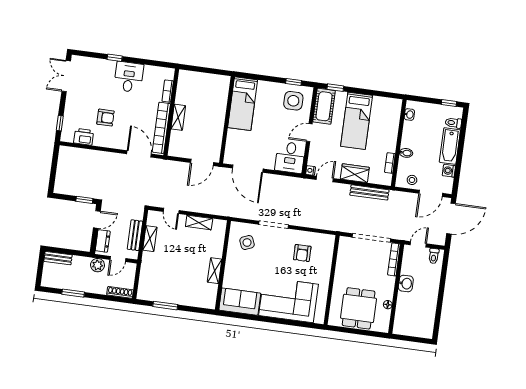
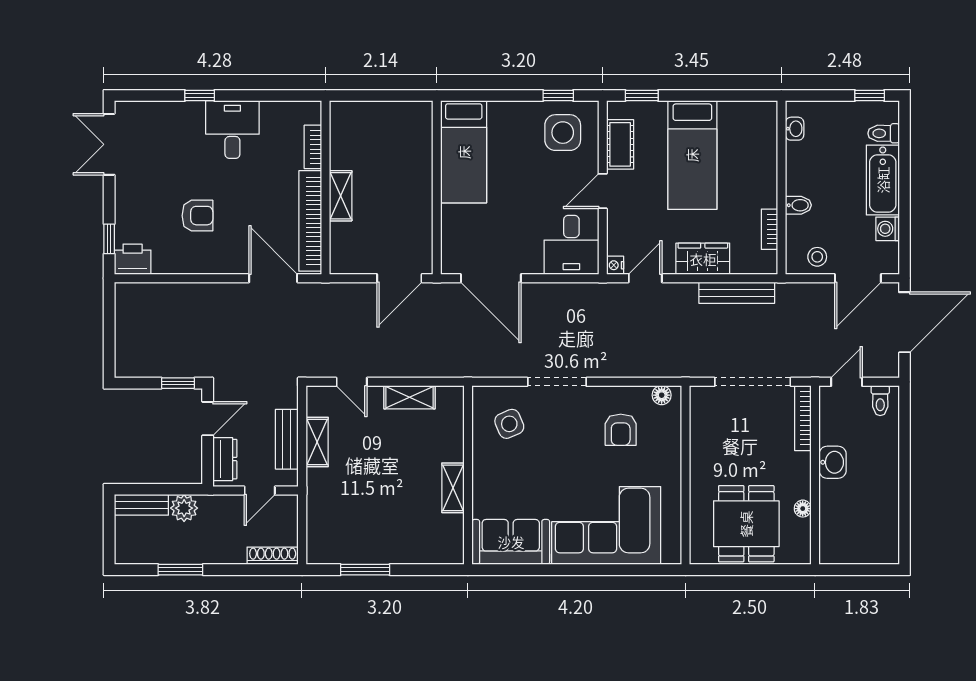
cot: (324, 106) -> (620, 144), width x0.73, depth x0.75
printer: (84, 137) -> (133, 259), moved
floor lamp: (325, 239) -> (662, 395), added
plant: (98, 265) -> (184, 508), moved

